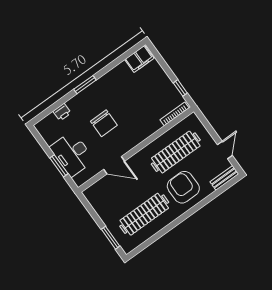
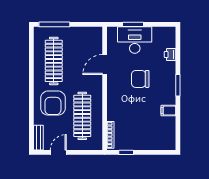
filing cabinet: (139, 59) -> (168, 111), moved, width x0.50
door: (225, 150) -> (58, 152), swing flipped
armchair: (183, 187) -> (53, 103), turned 90
window: (111, 238) -> (54, 24), width x1.44

